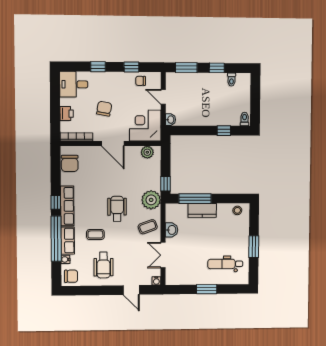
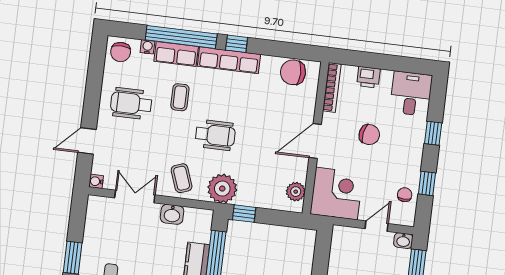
washbasin: (170, 120) -> (403, 241), moved

